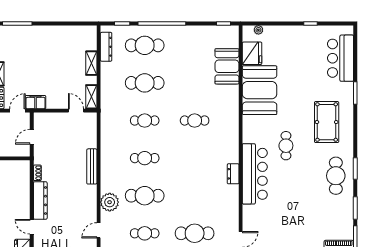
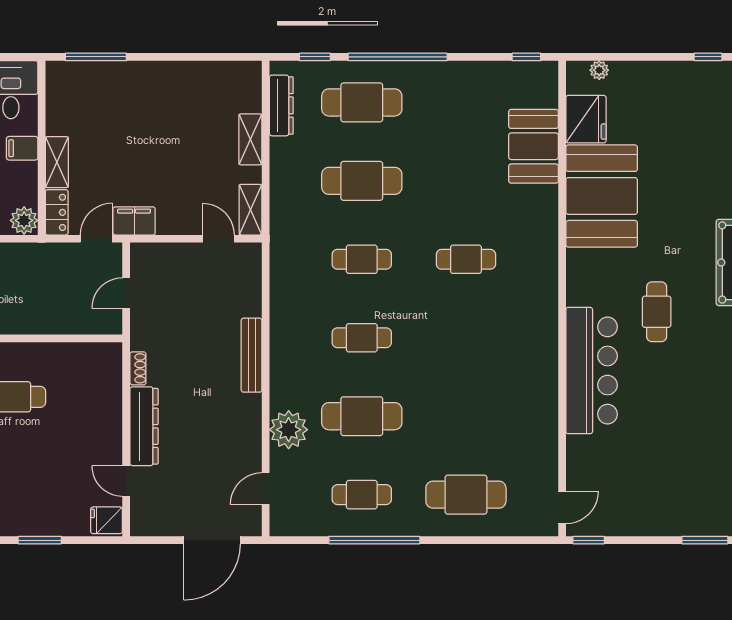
dresser: (233, 174) -> (546, 370), removed

